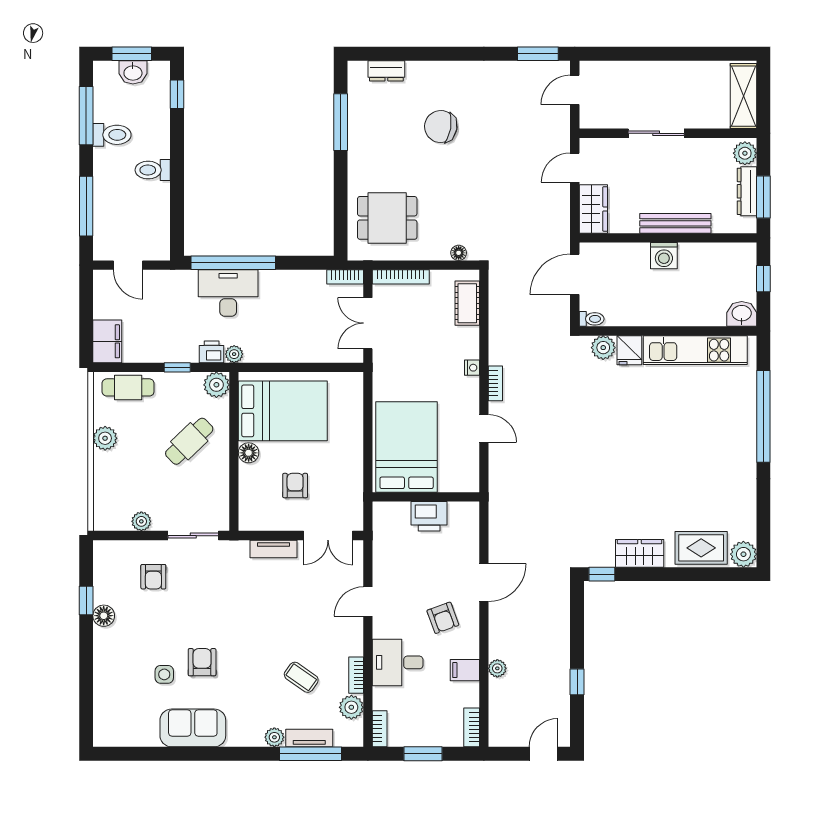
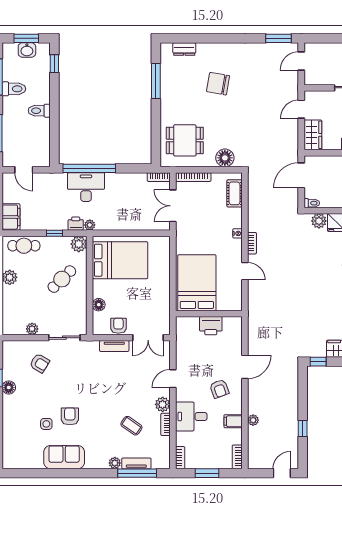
floor lamp: (459, 253) -> (225, 158), width x1.89, depth x1.89
floor lamp: (249, 453) -> (99, 305), moved
armchair: (295, 486) -> (118, 326), moved
armchair: (153, 577) -> (40, 363), turned -59
plant: (351, 707) -> (163, 404), moved

